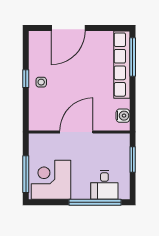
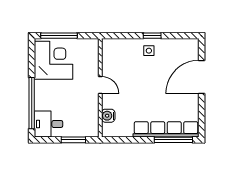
door: (68, 28) -> (202, 77), hinge flipped
water cooler: (123, 116) -> (108, 116), moved, turned 90
door: (76, 132) -> (100, 85), width x0.53
desk: (104, 185) -> (49, 124), moved

